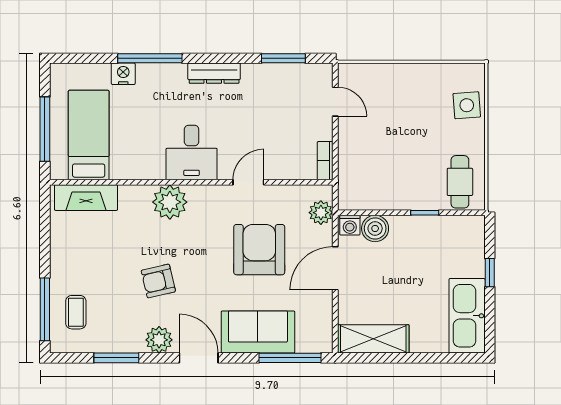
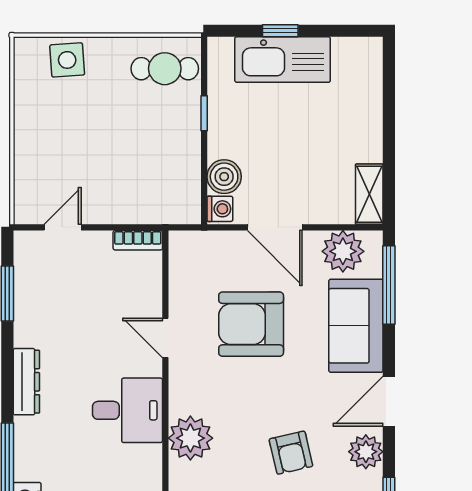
plant: (321, 213) -> (343, 251), moved, width x1.36, depth x1.36
kitchen sink: (467, 316) -> (283, 60), moved
shelving: (373, 339) -> (369, 194), width x0.67, depth x0.75

